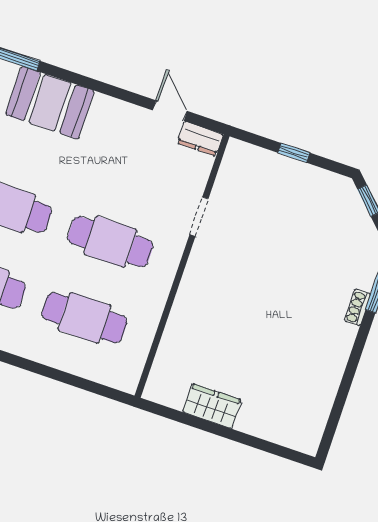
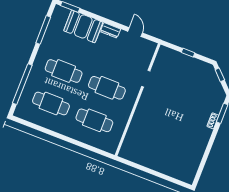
dresser: (200, 139) -> (110, 30), moved
wardrobe: (212, 406) -> (148, 161), removed

